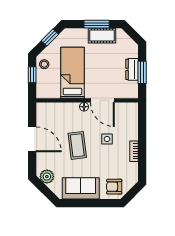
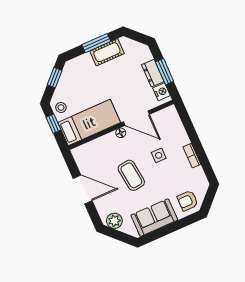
bed: (72, 73) -> (89, 123), moved, turned 90
nightstand: (132, 88) -> (161, 92), added

